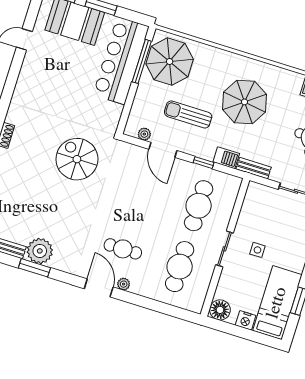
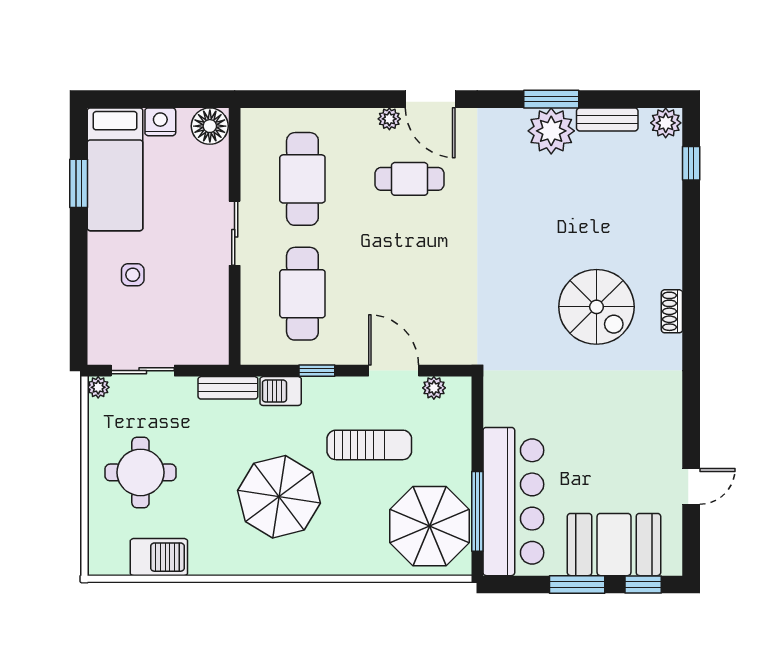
spiral stairs: (77, 159) -> (596, 307), moved
side table: (257, 250) -> (133, 275), moved

